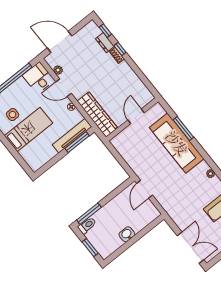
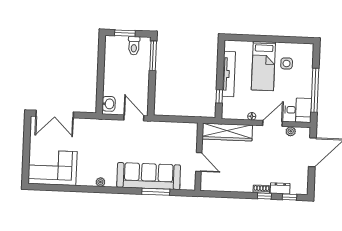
tv unit: (72, 136) -> (229, 74), moved
window: (77, 142) -> (219, 96), width x0.46
toilet: (87, 225) -> (134, 46), moved
washbasin: (127, 234) -> (109, 104), moved

